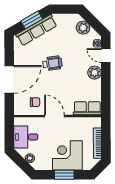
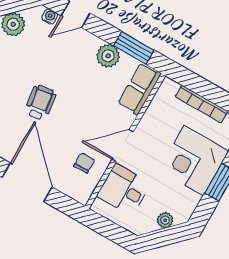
plant: (95, 73) -> (108, 56), moved
window: (106, 94) -> (134, 48), added
desk: (26, 137) -> (124, 190), moved, turned 90

